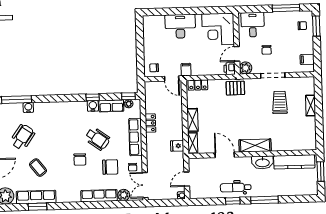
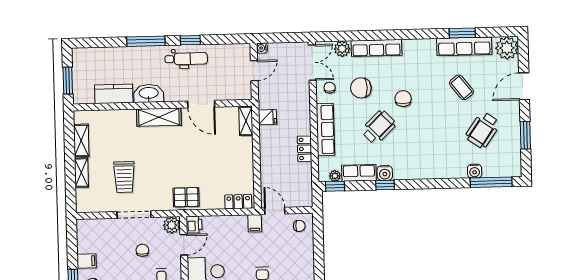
filing cabinet: (307, 59) -> (87, 261), moved
shelving: (192, 120) -> (81, 140), moved
wheelchair: (97, 139) -> (378, 127), turned 100
kitchen counter: (294, 162) -> (114, 94), width x0.67

